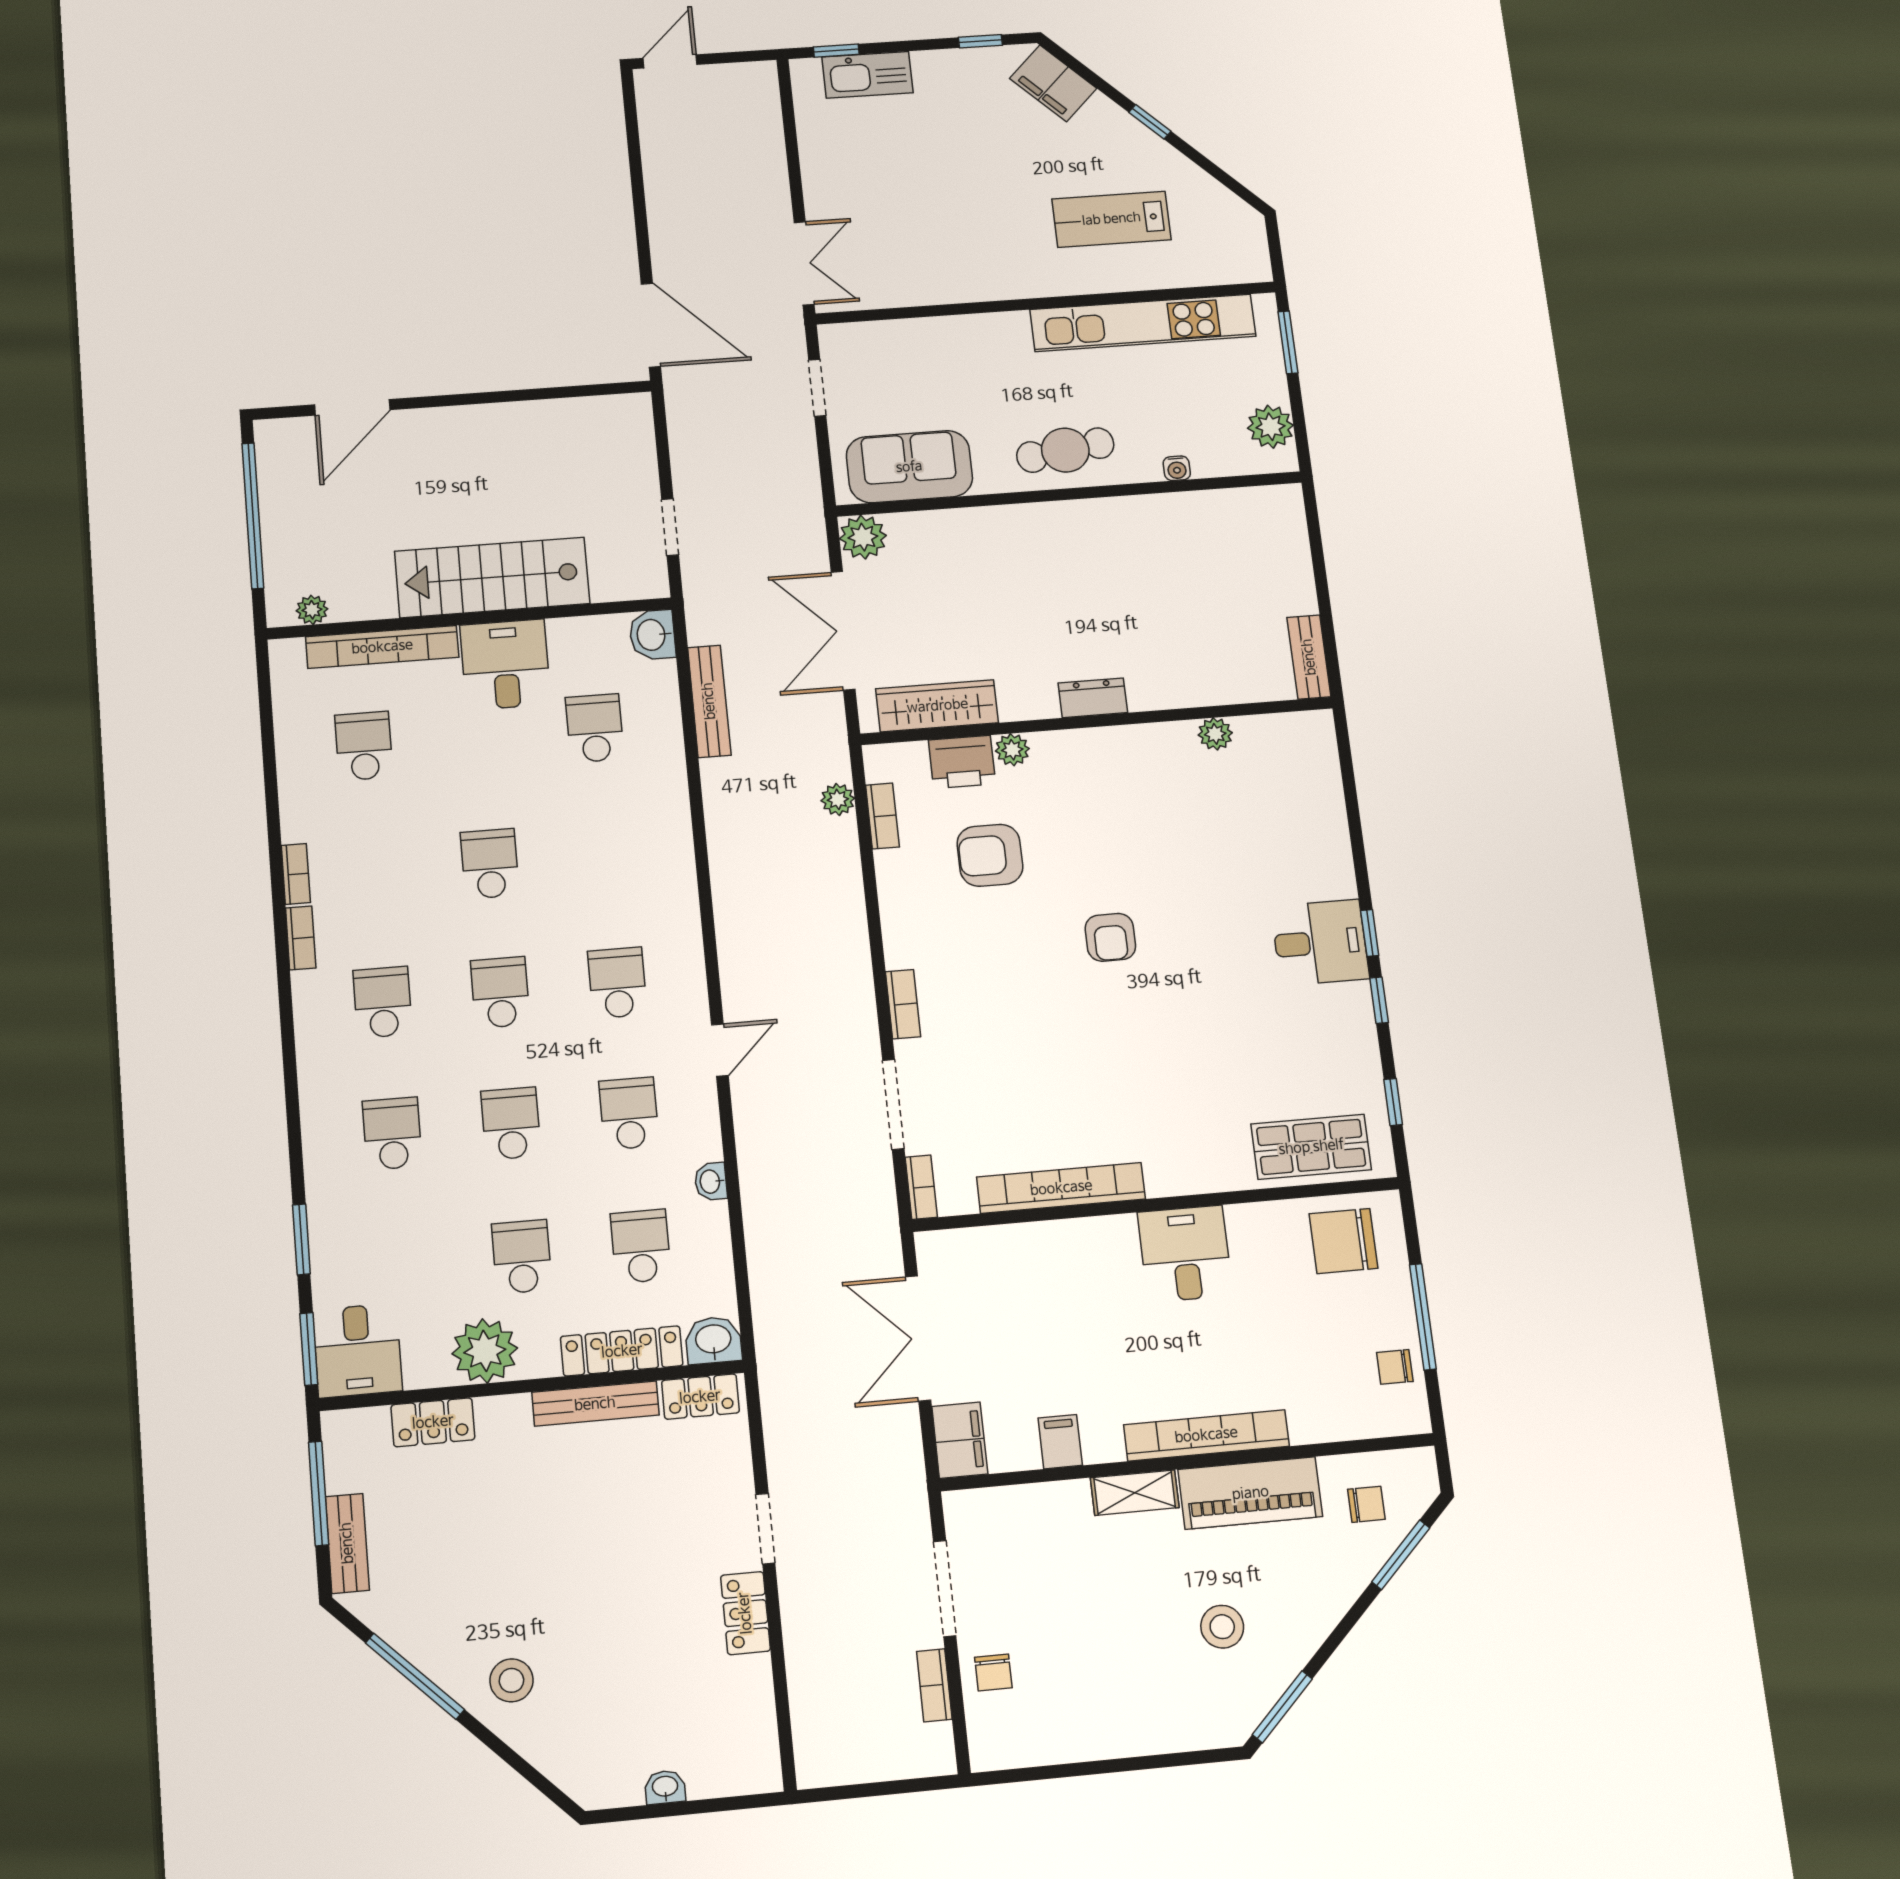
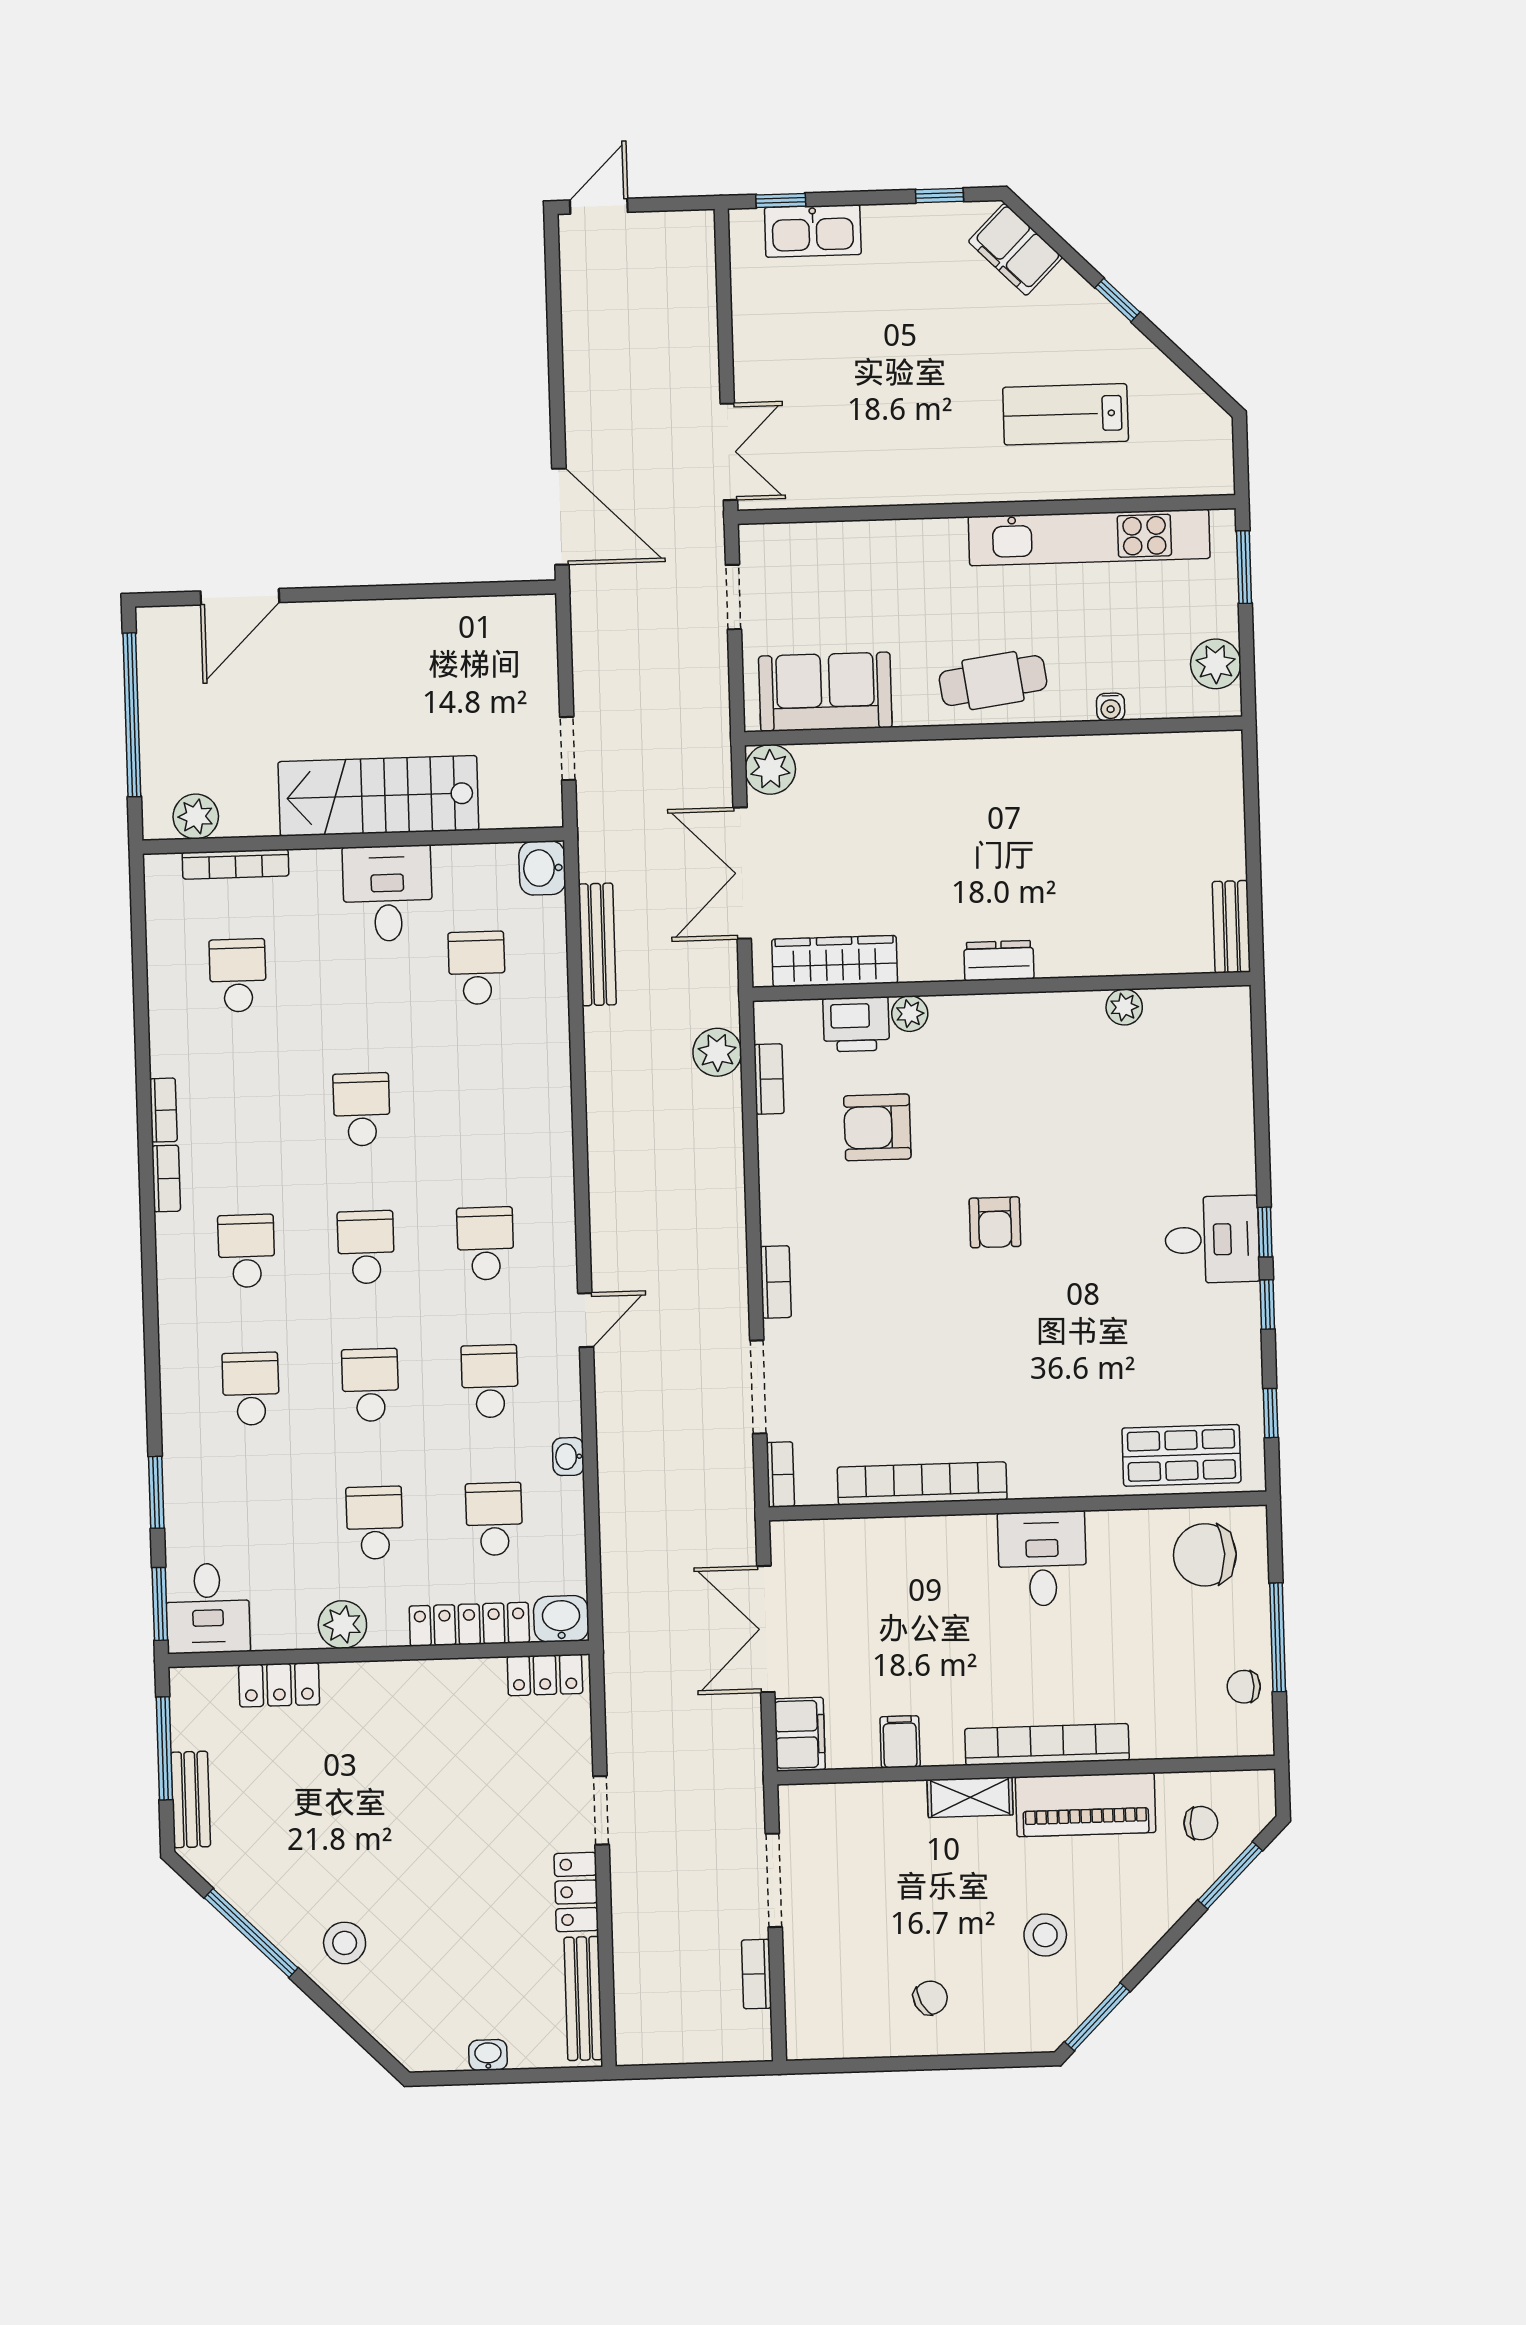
plant: (312, 610) -> (196, 816), width x1.38, depth x1.38
bookcase: (382, 647) -> (235, 864), width x0.68, depth x0.76
plant: (838, 799) -> (717, 1052), width x1.38, depth x1.38
plant: (485, 1351) -> (342, 1625), width x0.73, depth x0.73
bench: (595, 1404) -> (583, 1998), moved, turned 90
chair: (993, 1672) -> (930, 1998), moved, turned -118

